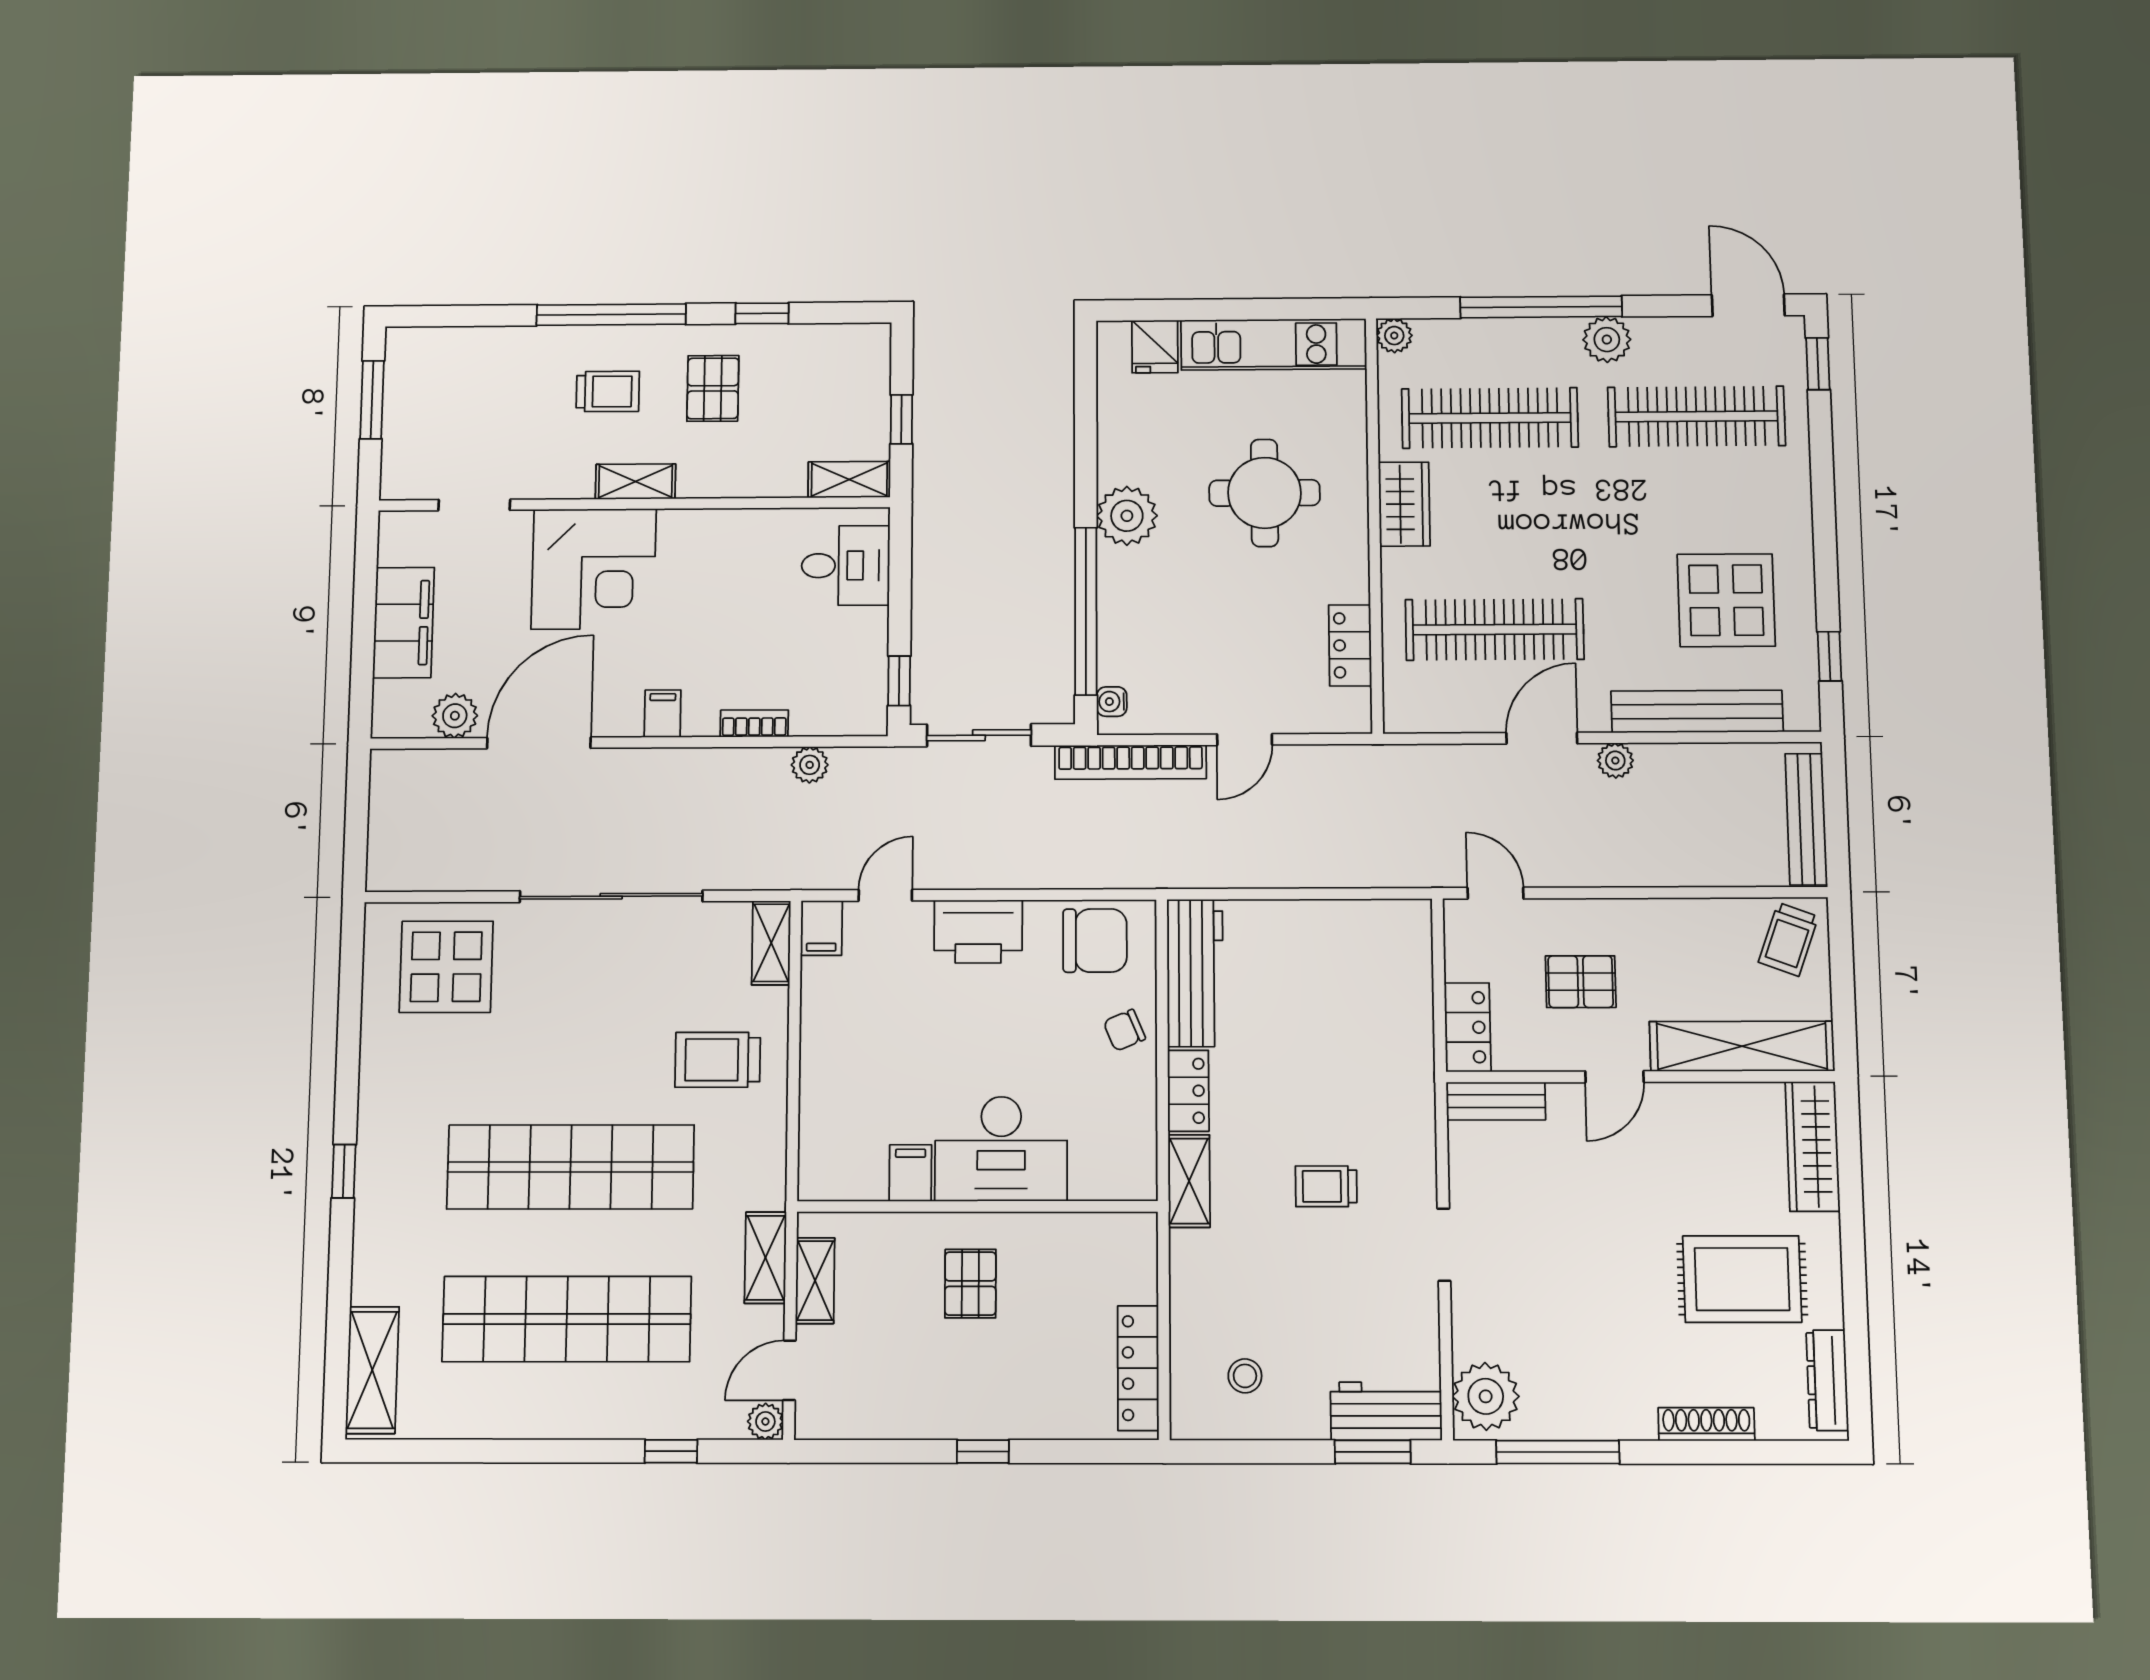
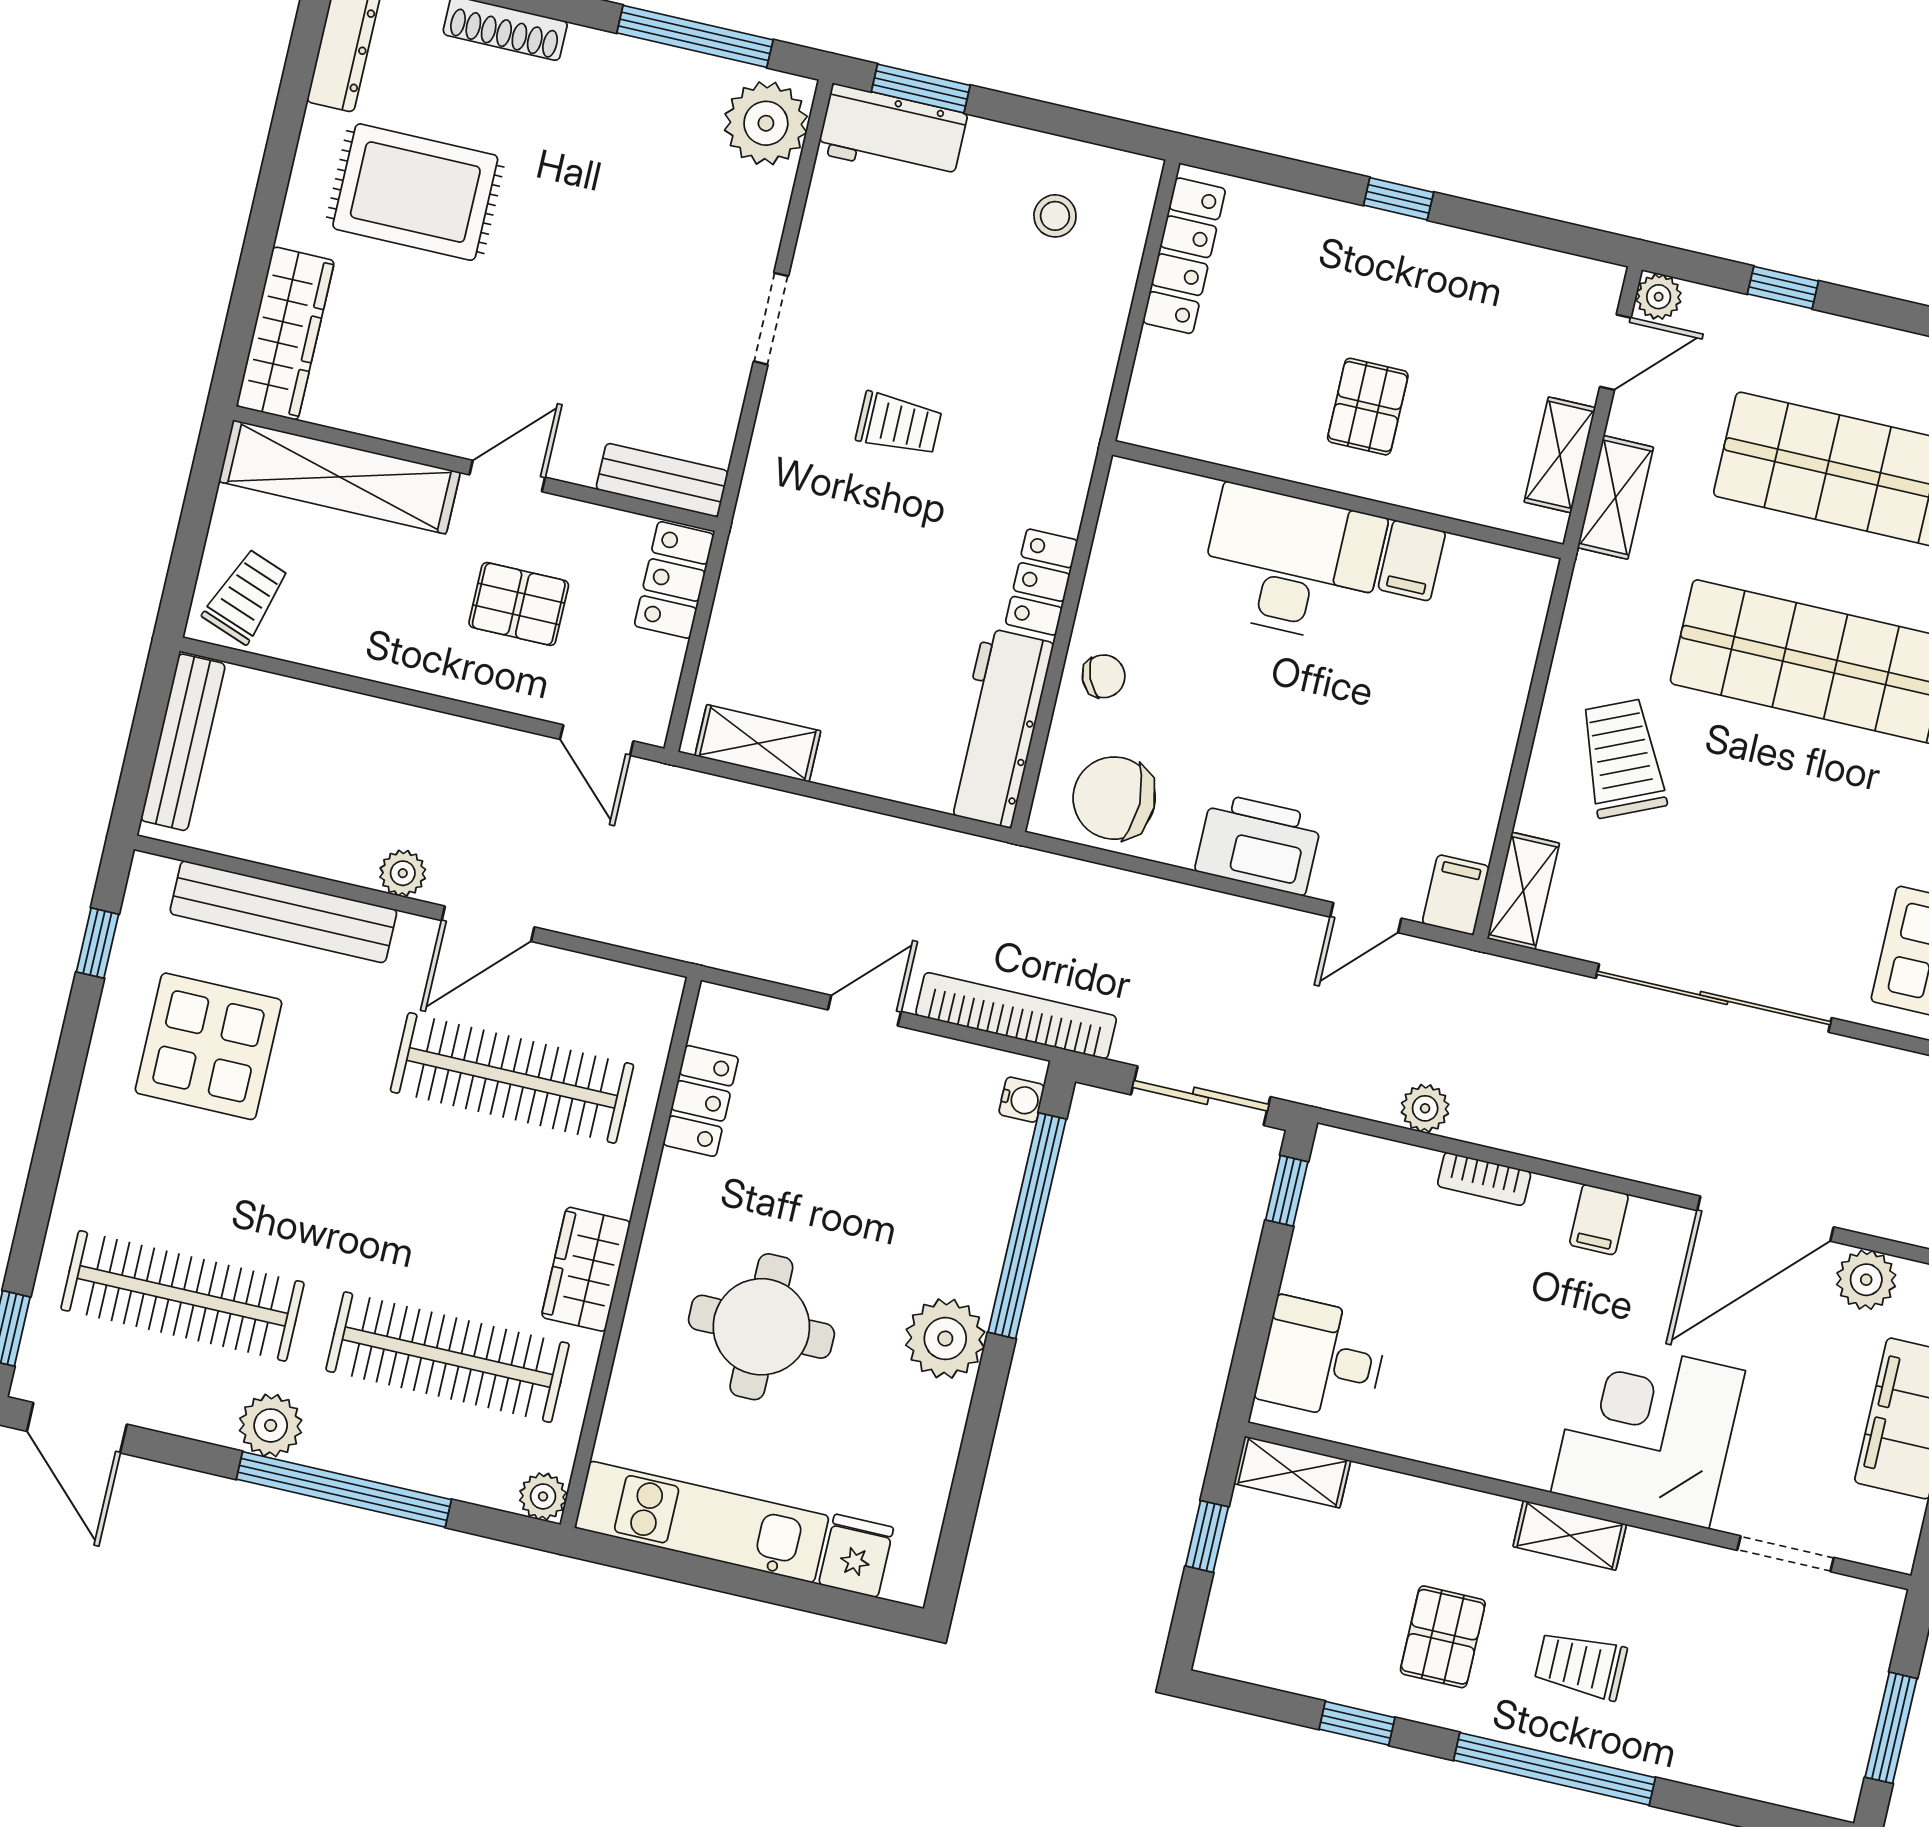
trolley: (718, 1060) -> (1623, 758), turned -114
shelving: (1189, 1181) -> (758, 743), moved, turned 90

